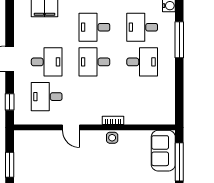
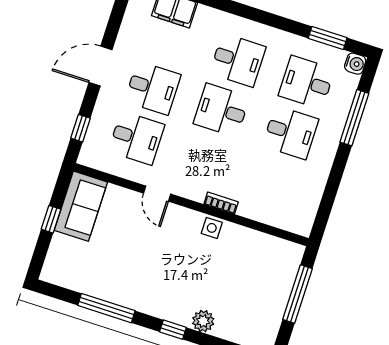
desk: (94, 27) -> (238, 60), turned 180
desk: (47, 97) -> (136, 138), turned 180
sofa: (163, 151) -> (81, 206), moved, turned 180
window: (10, 165) -> (51, 219), width x0.67

